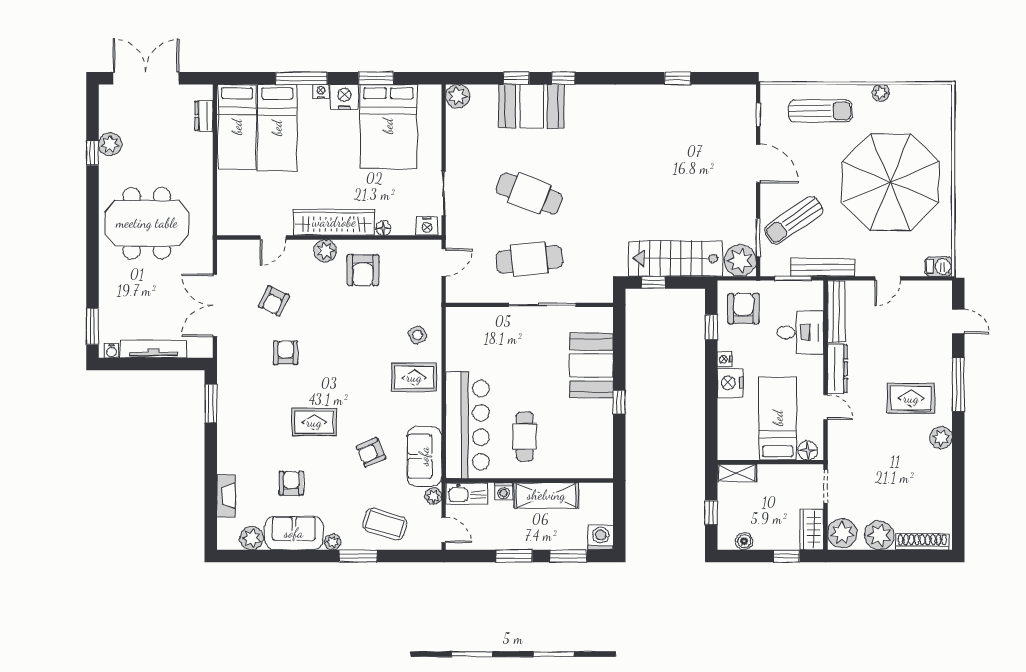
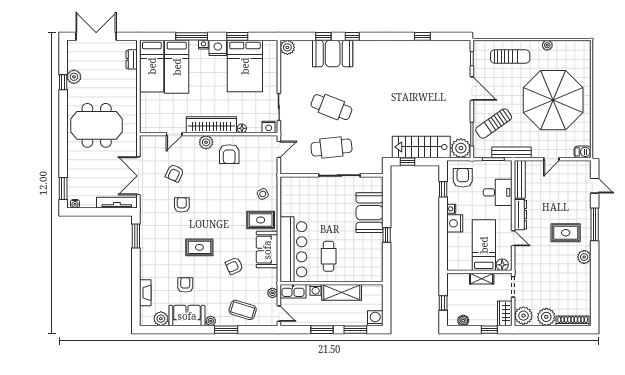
tv unit: (153, 349) -> (117, 203), moved
sofa: (424, 456) -> (267, 250), moved
shelving: (737, 473) -> (482, 279), moved

